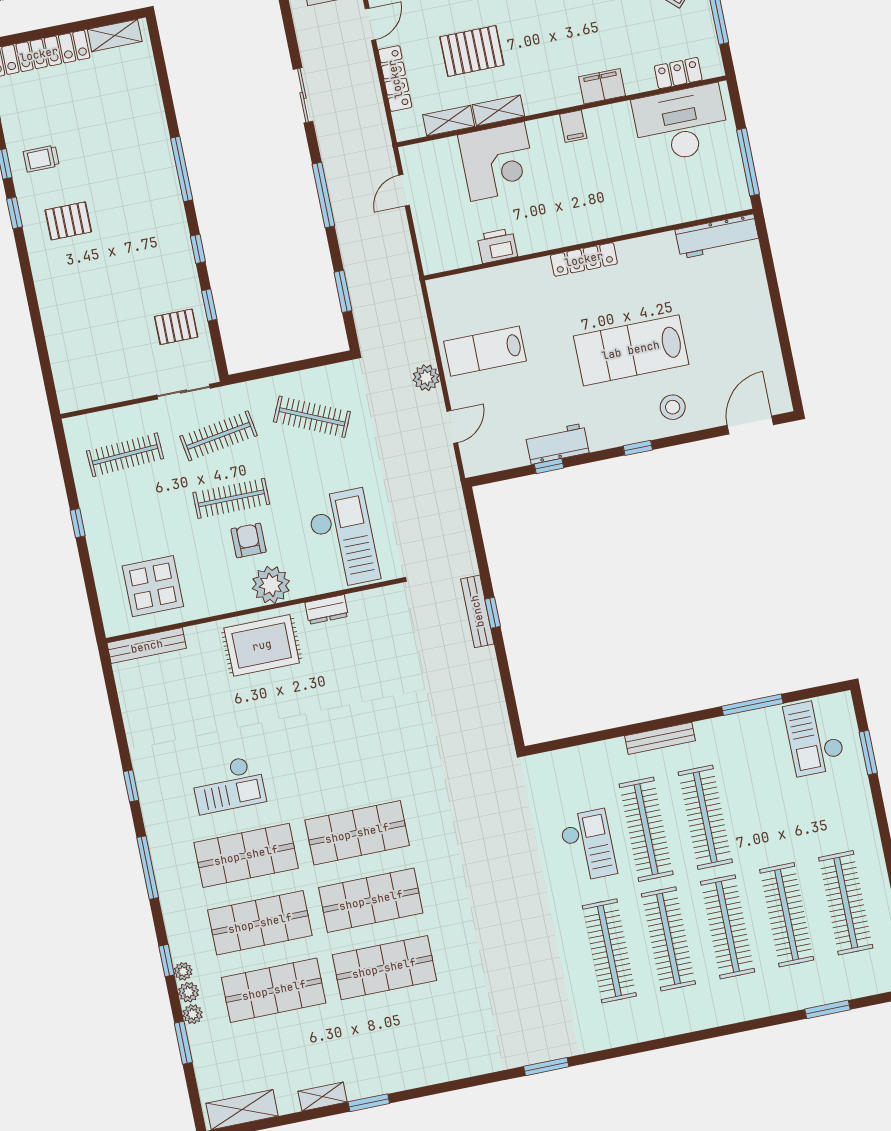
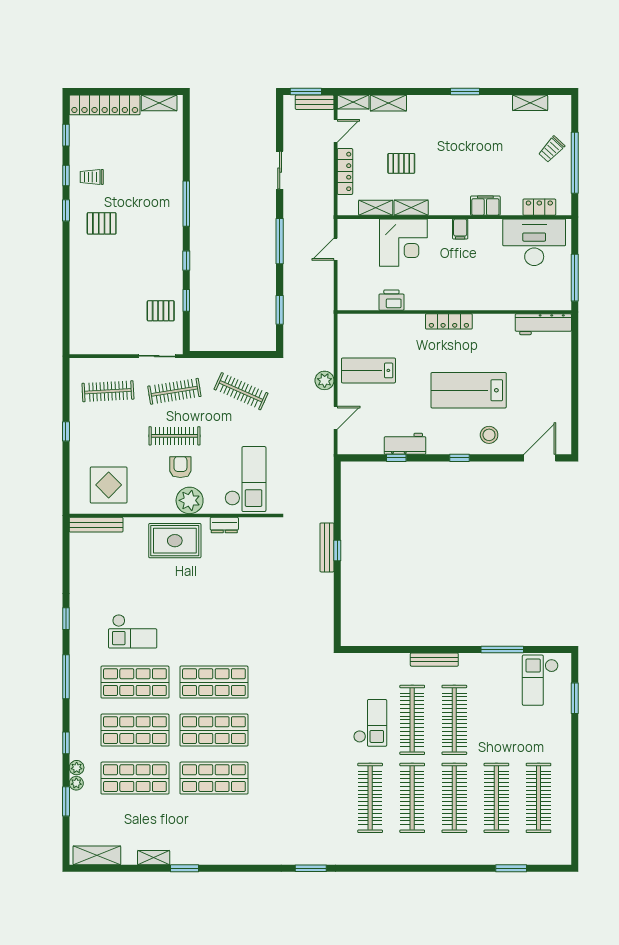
pallet: (472, 51) -> (401, 163), width x0.67, depth x0.71
plant: (183, 971) -> (76, 753), removed

